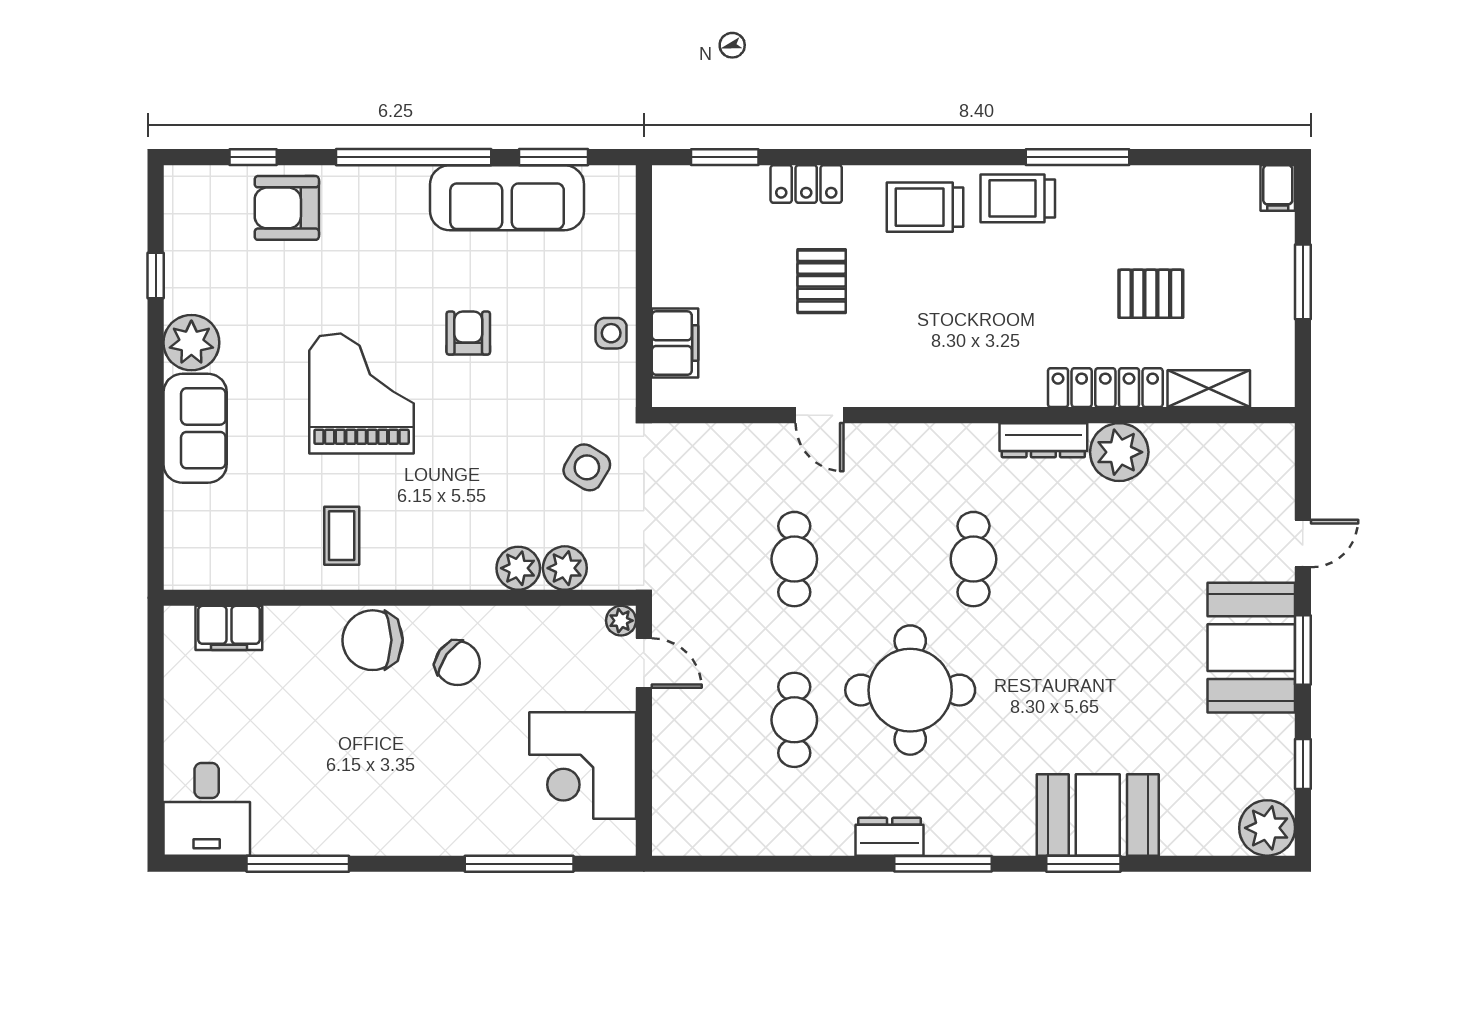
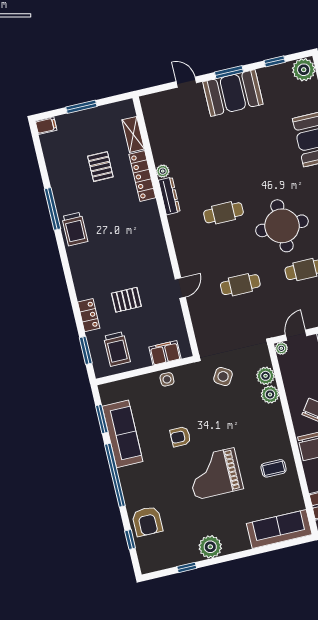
trolley: (925, 207) -> (117, 349), moved
sofa: (195, 428) -> (279, 529), moved, width x1.36
plant: (1119, 452) -> (163, 171), width x0.53, depth x0.53

